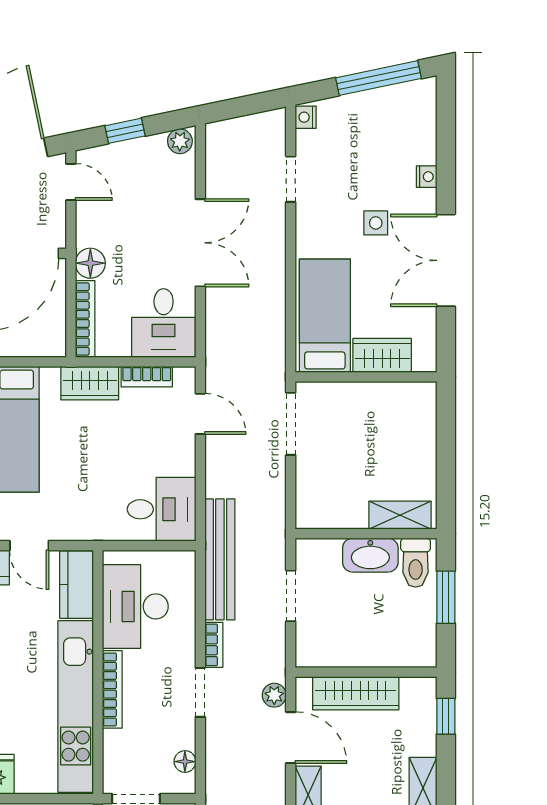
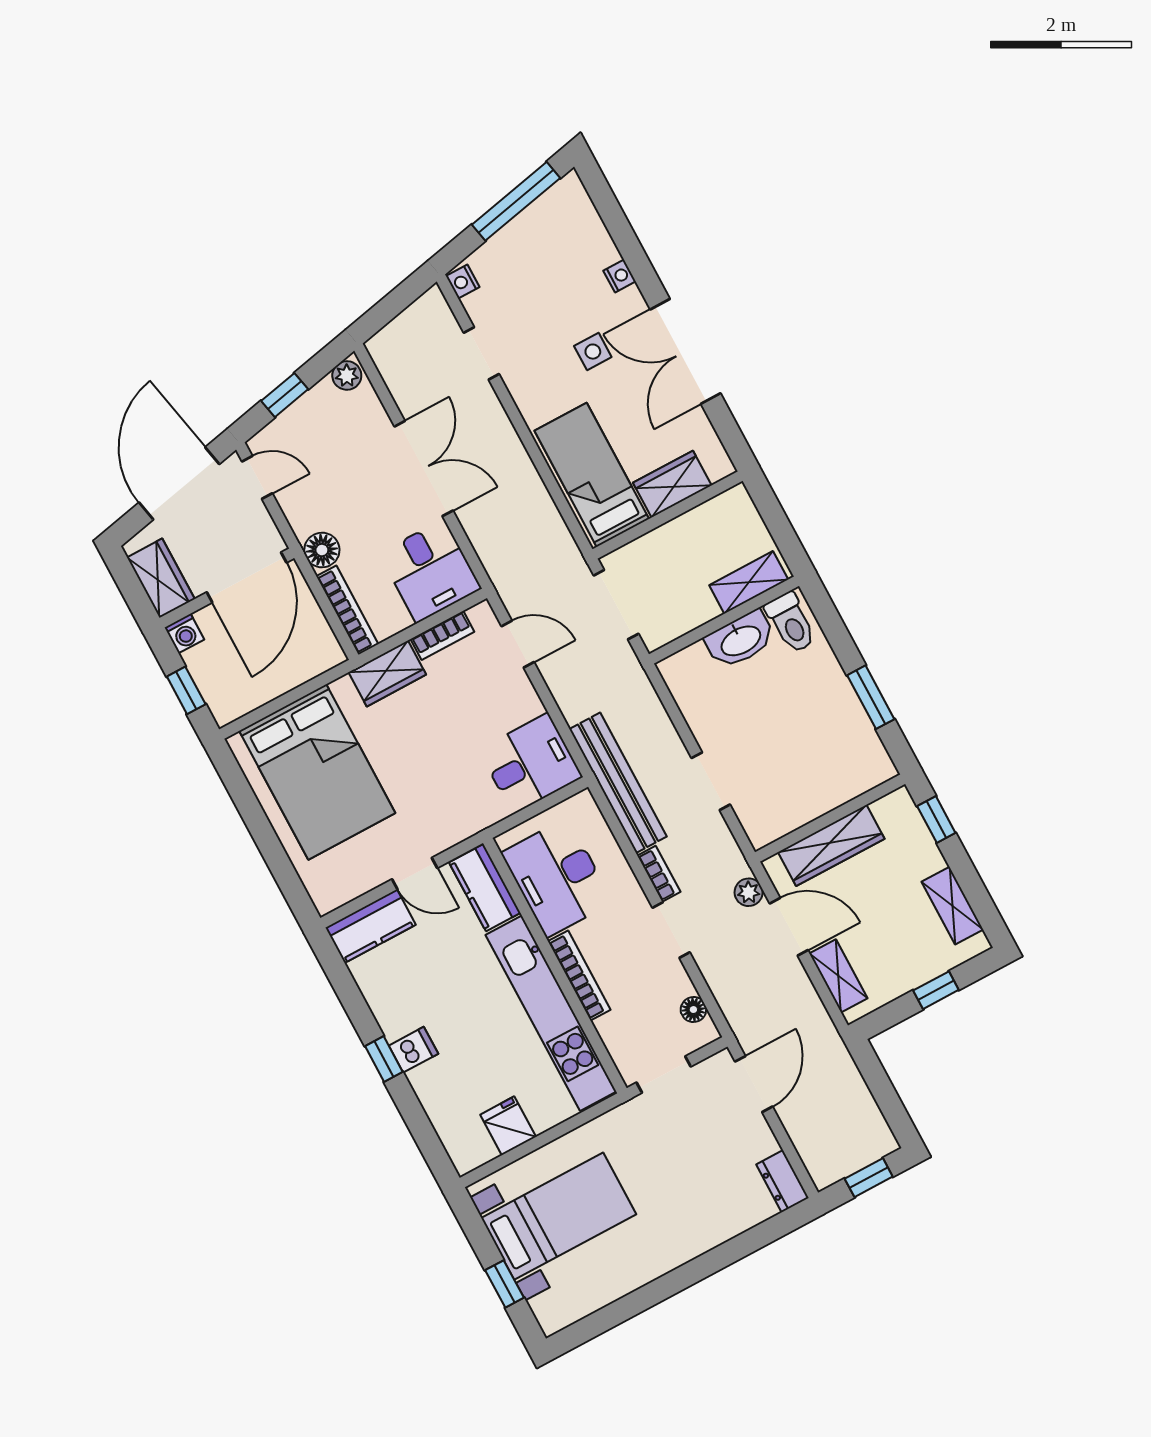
shelving: (400, 515) -> (749, 582), moved
wall: (366, 534) -> (724, 620), moved
washbasin: (370, 555) -> (740, 640), moved
toilet: (416, 563) -> (791, 623), moved

